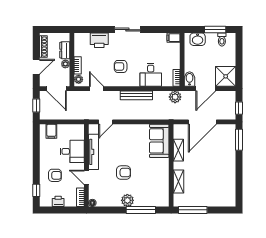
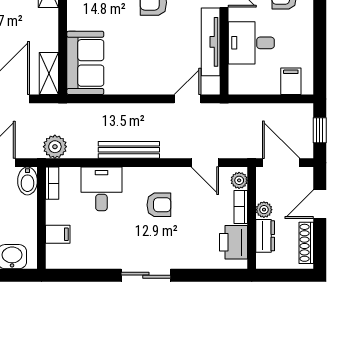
filing cabinet: (174, 38) -> (58, 234), moved
printer: (99, 40) -> (233, 242), moved, turned -90
shelving: (178, 150) -> (49, 74), moved

